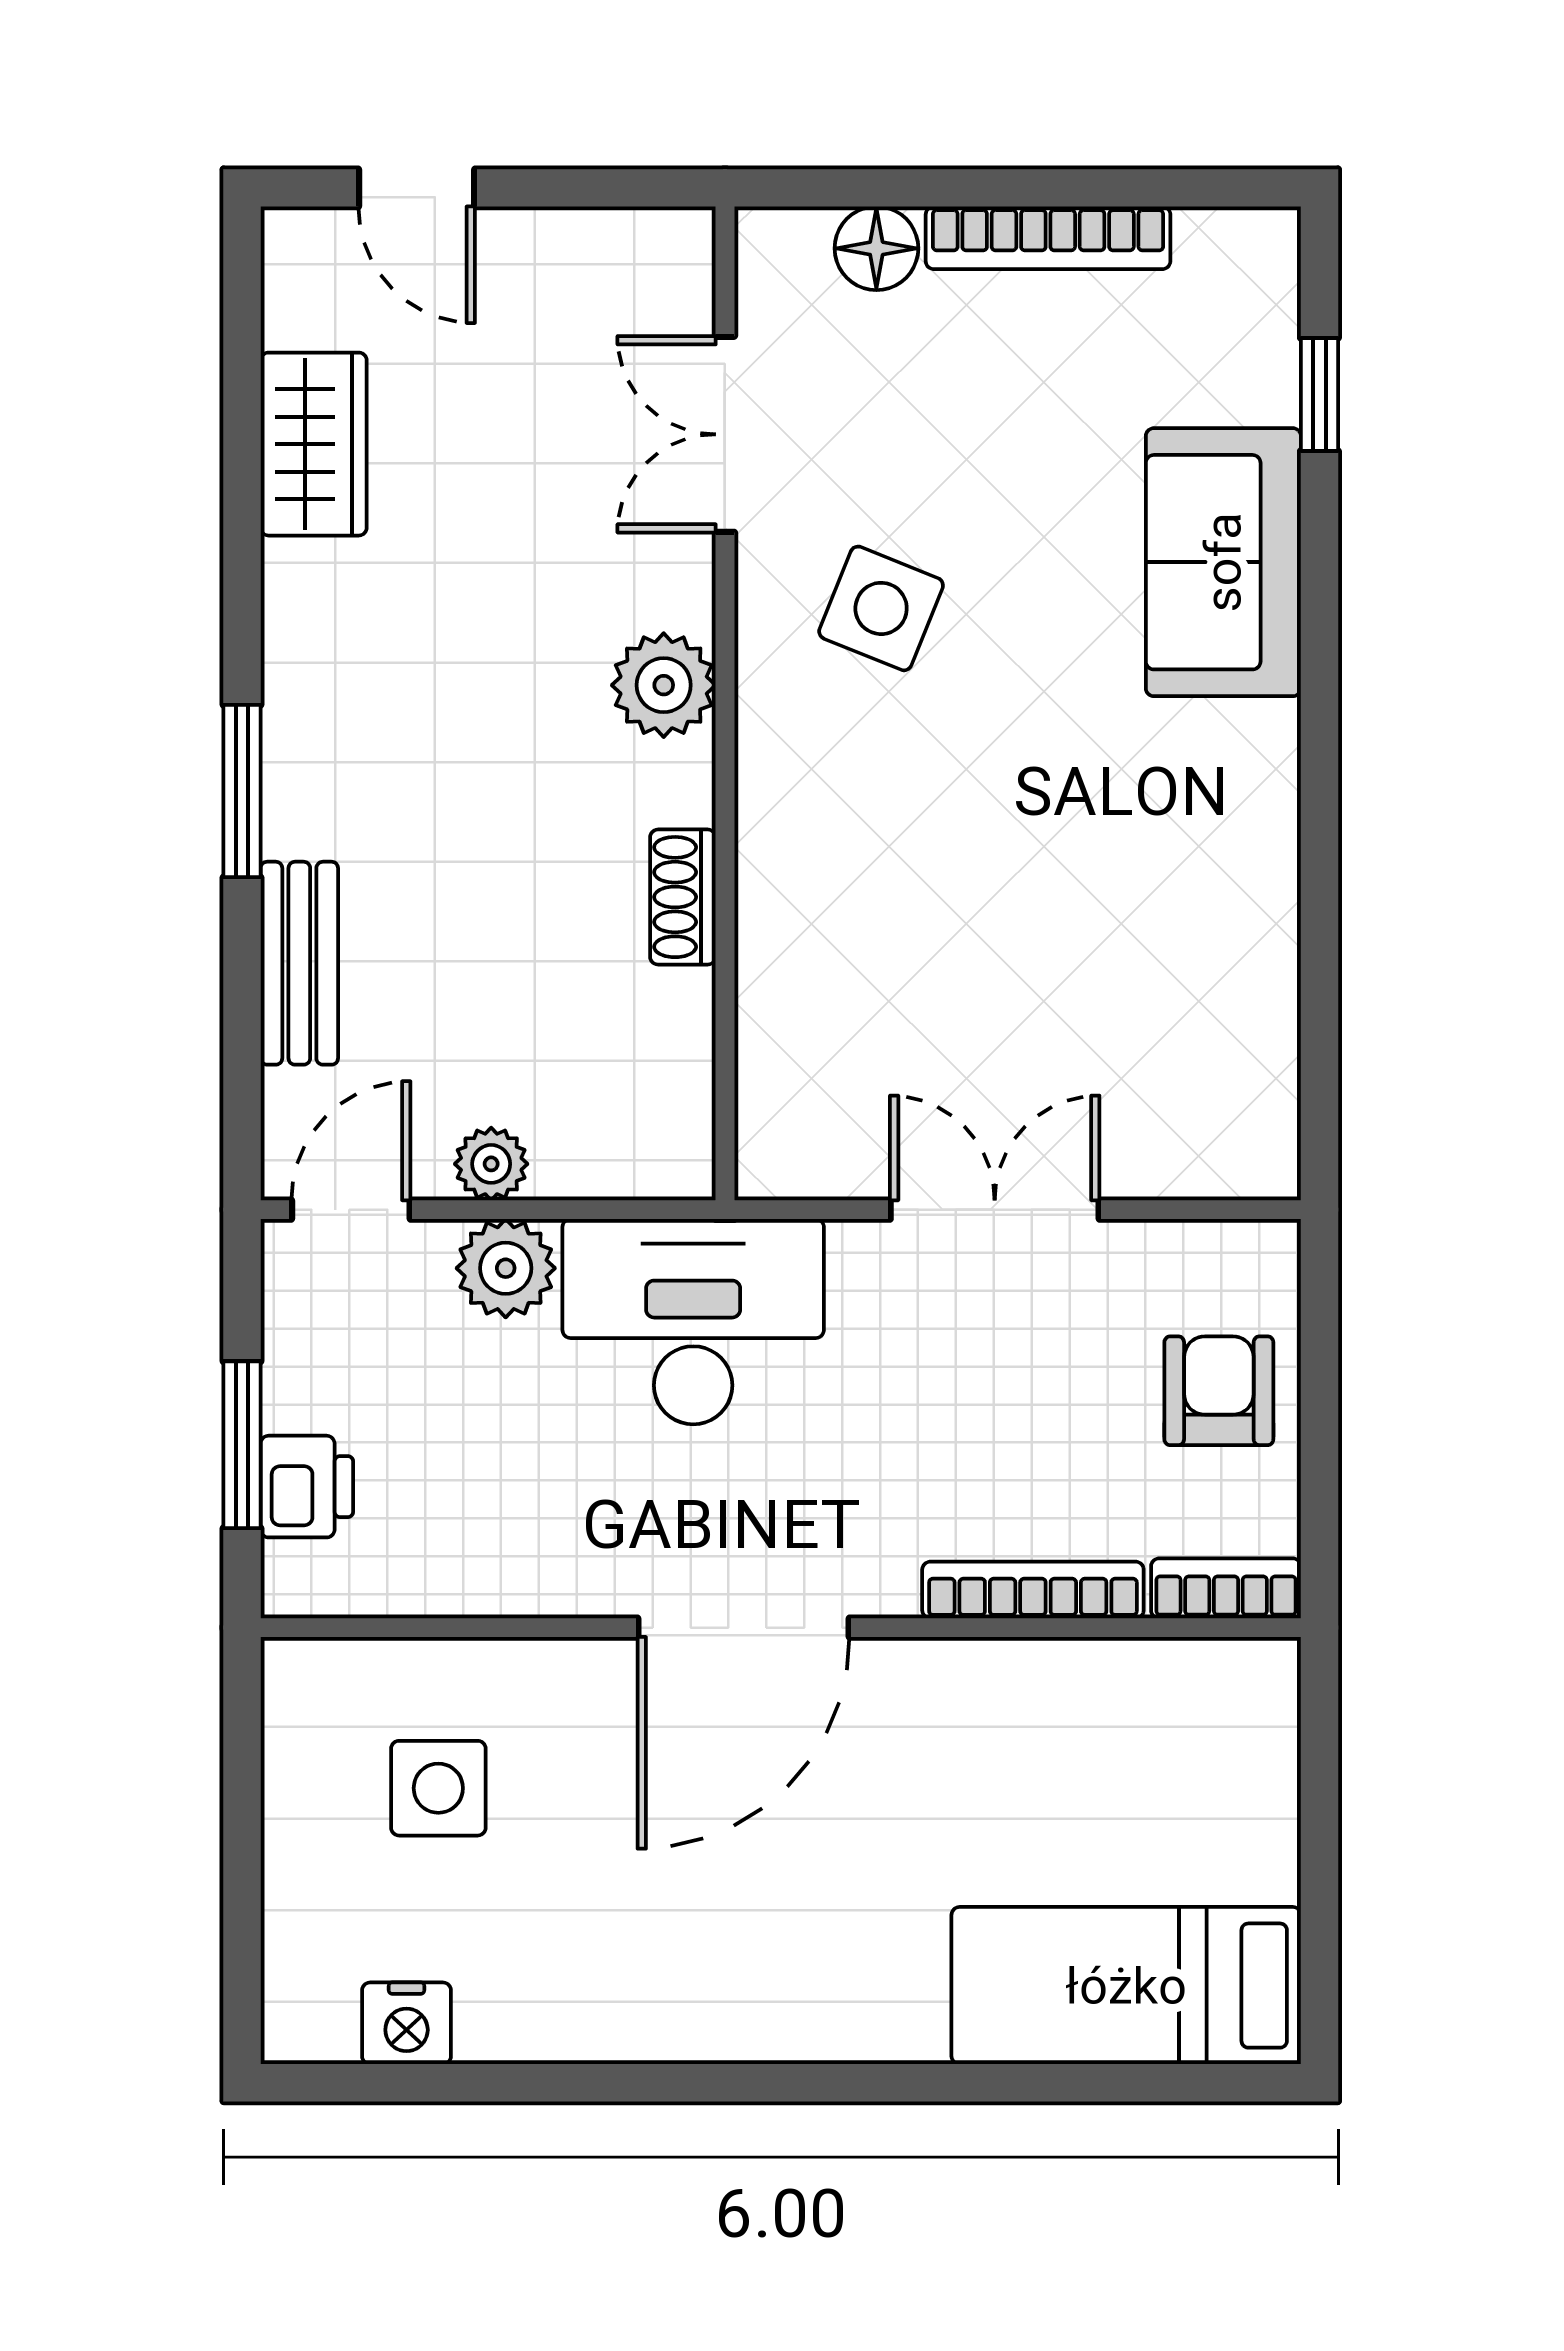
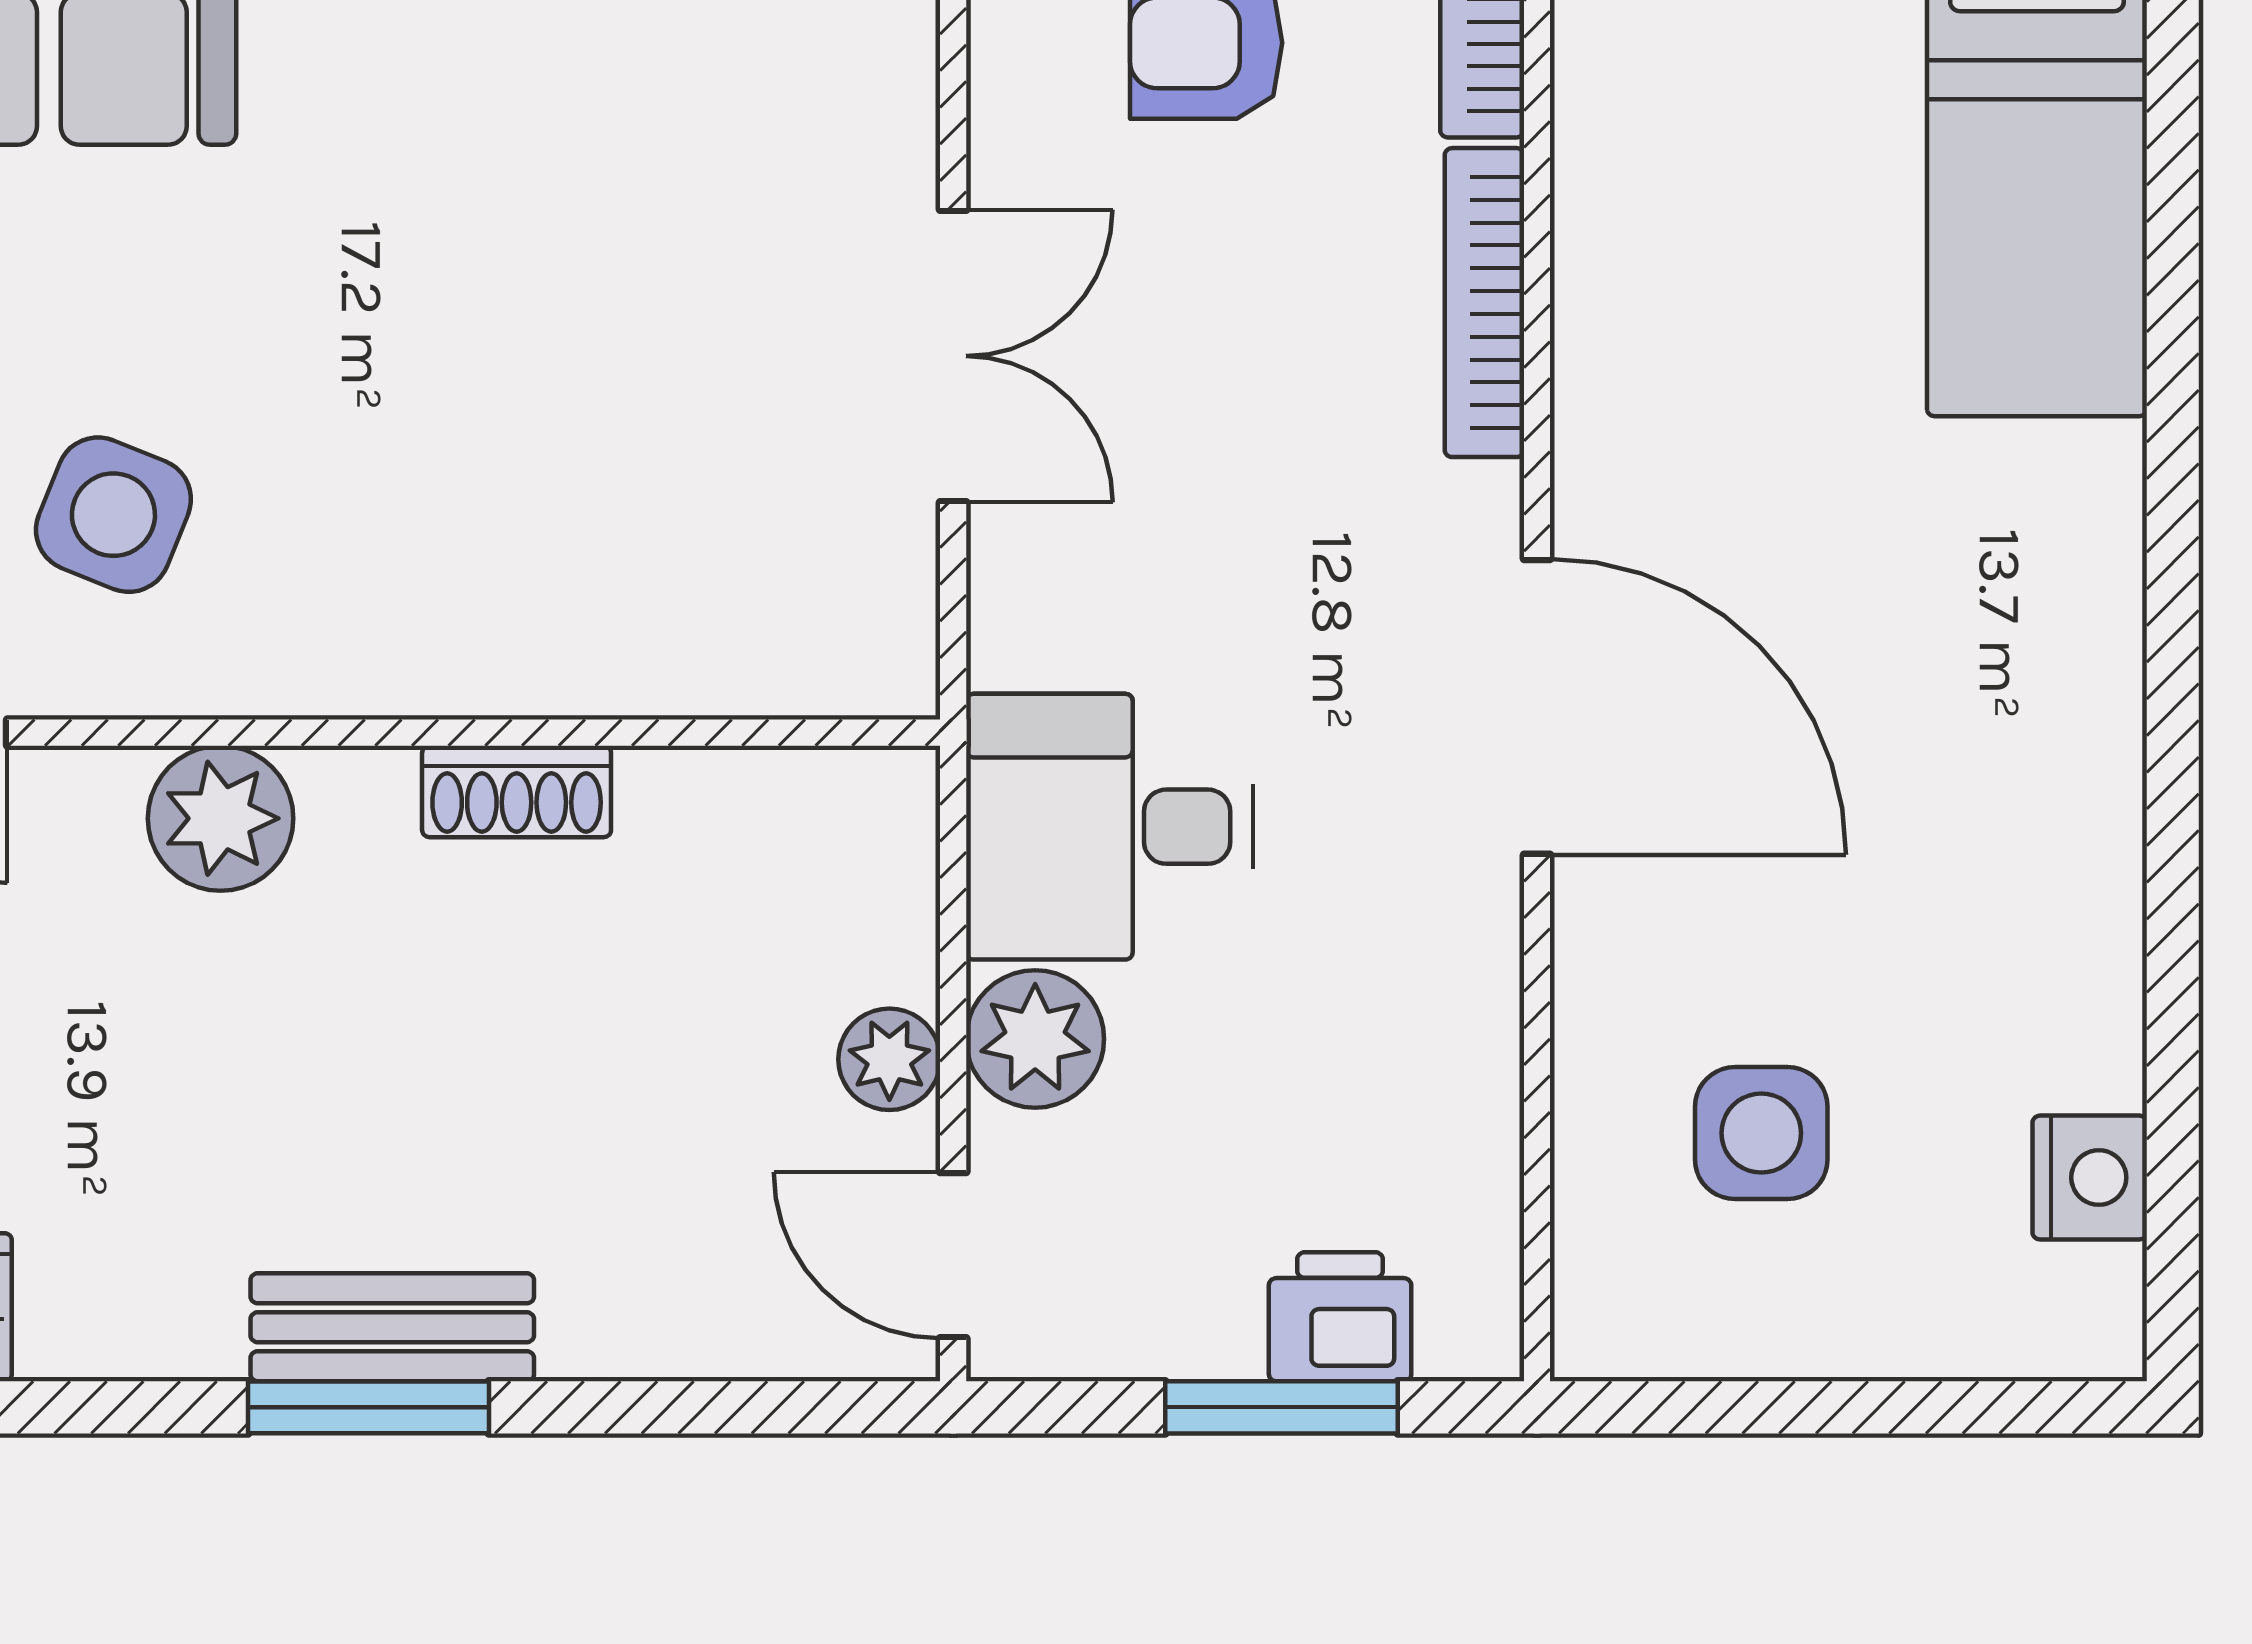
bench: (299, 963) -> (392, 1327), moved
double door: (995, 1210) -> (953, 356), swing flipped
desk: (693, 1322) -> (1110, 827), width x0.73

